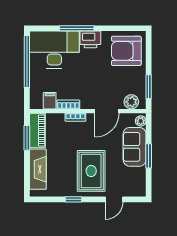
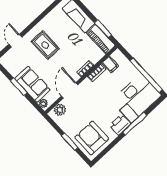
armchair: (126, 51) -> (92, 138), turned -90
window: (149, 87) -> (70, 142), moved
rug: (91, 171) -> (45, 45), width x0.73, depth x0.70
window: (73, 199) -> (40, 18), removed

